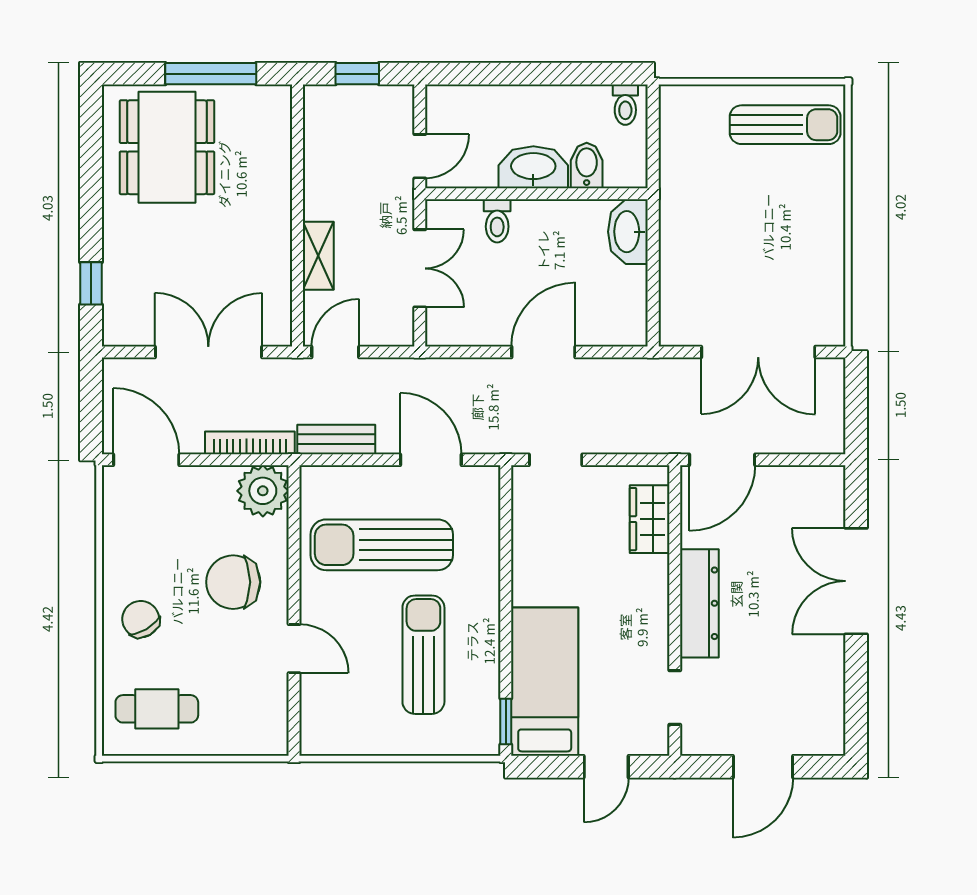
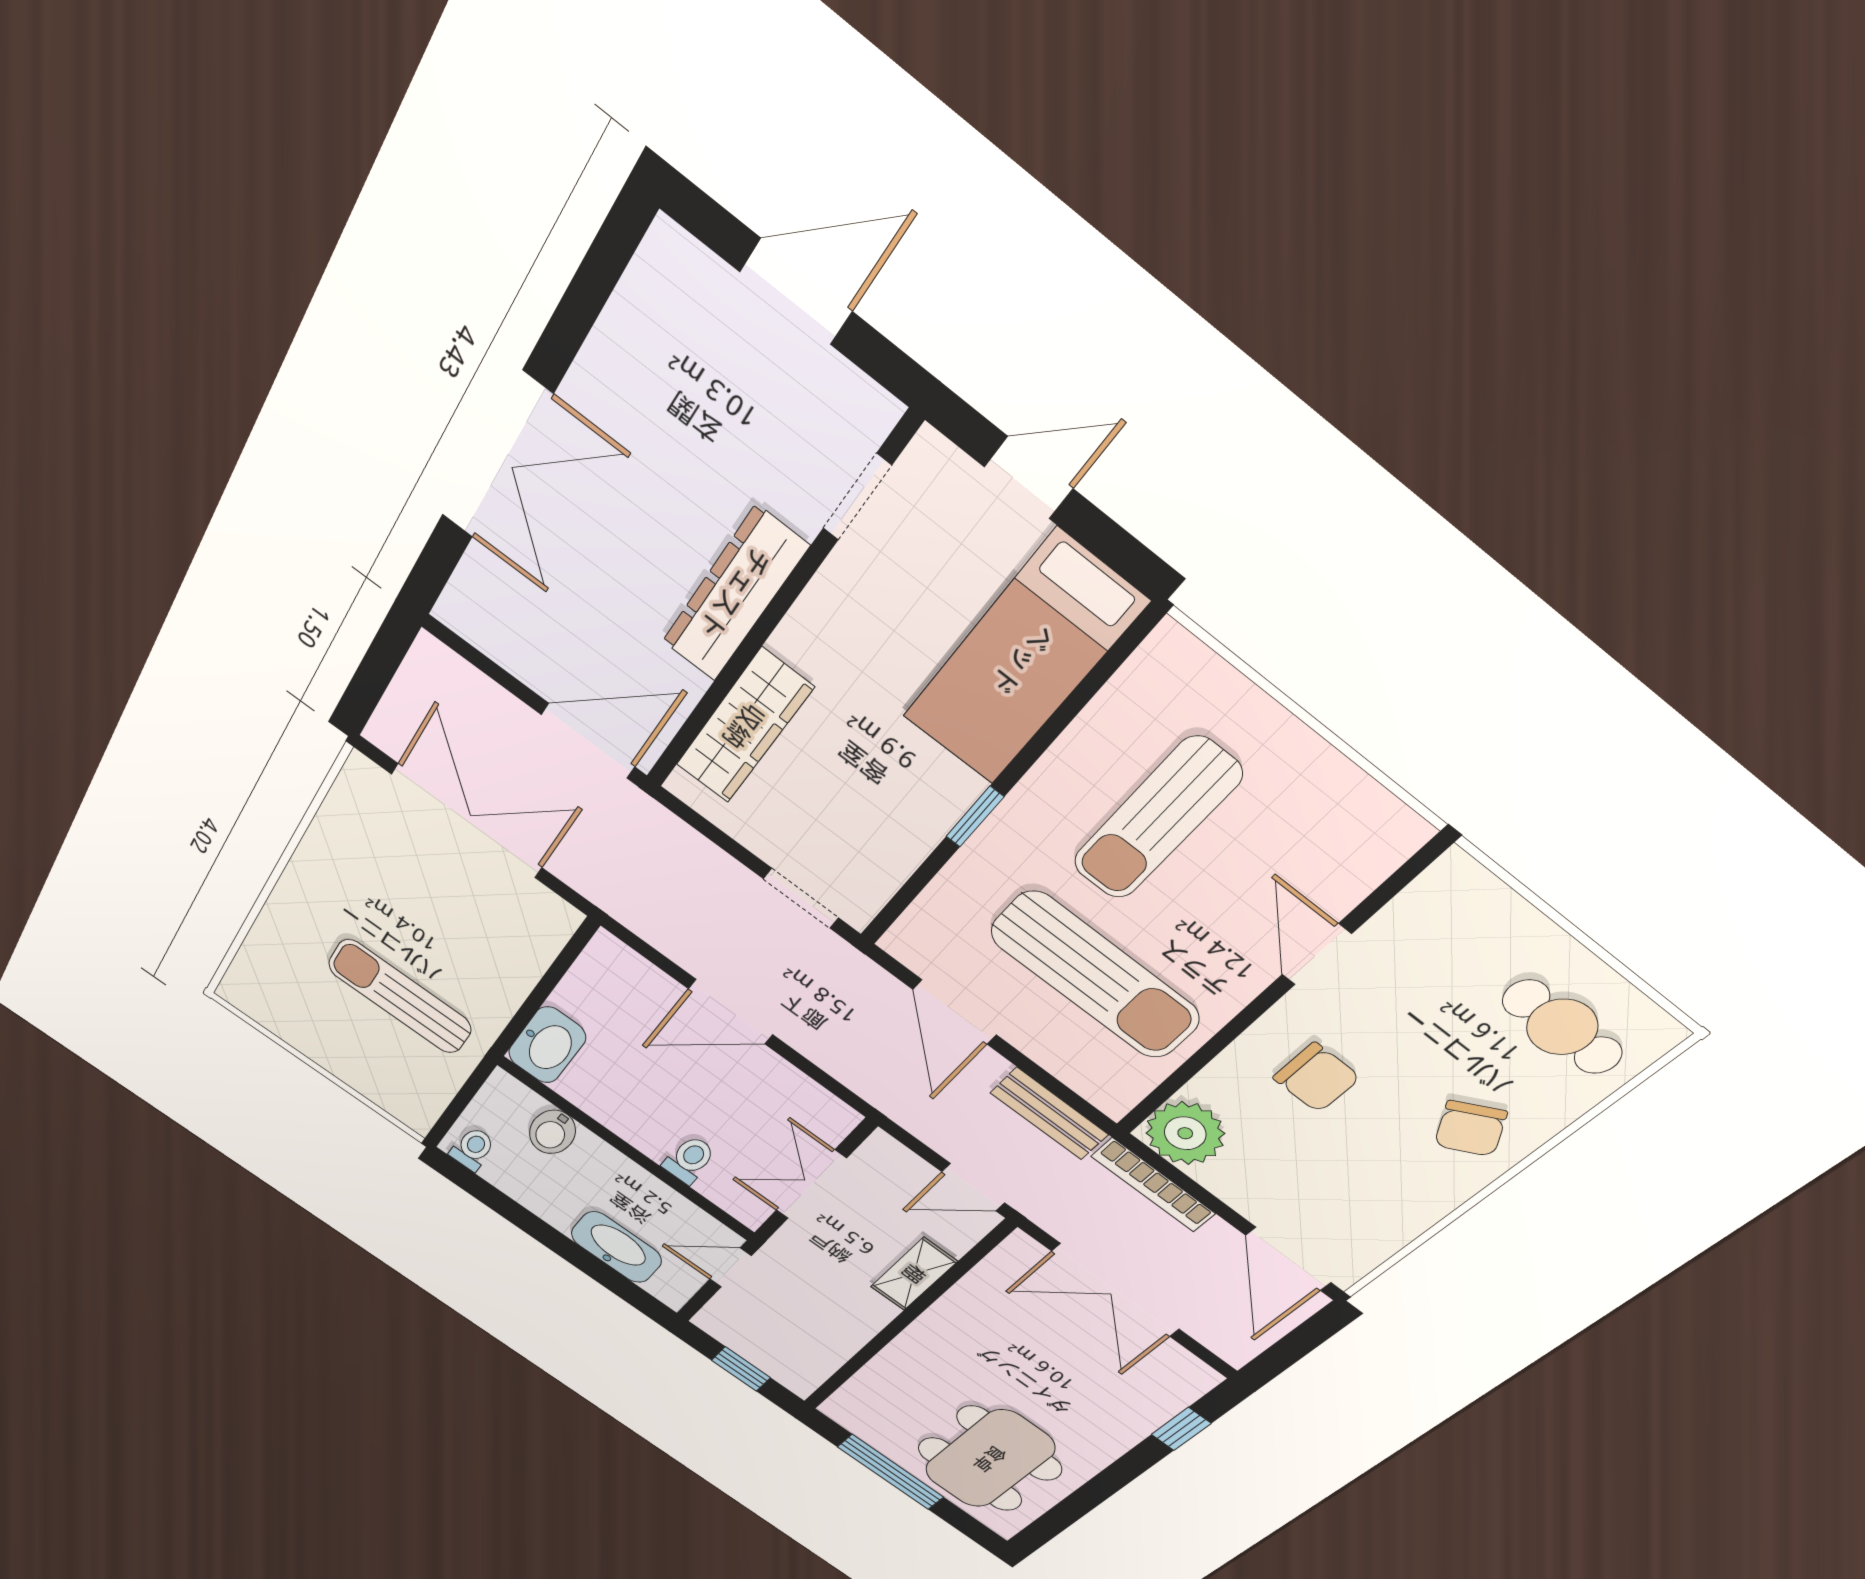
sun lounger: (785, 125) -> (400, 997), moved
washbasin: (533, 167) -> (616, 1247), moved, turned 180
wardrobe: (650, 519) -> (744, 726), width x1.50
chair: (233, 582) -> (1316, 1078), width x0.73, depth x0.73
window: (506, 721) -> (975, 817), moved

